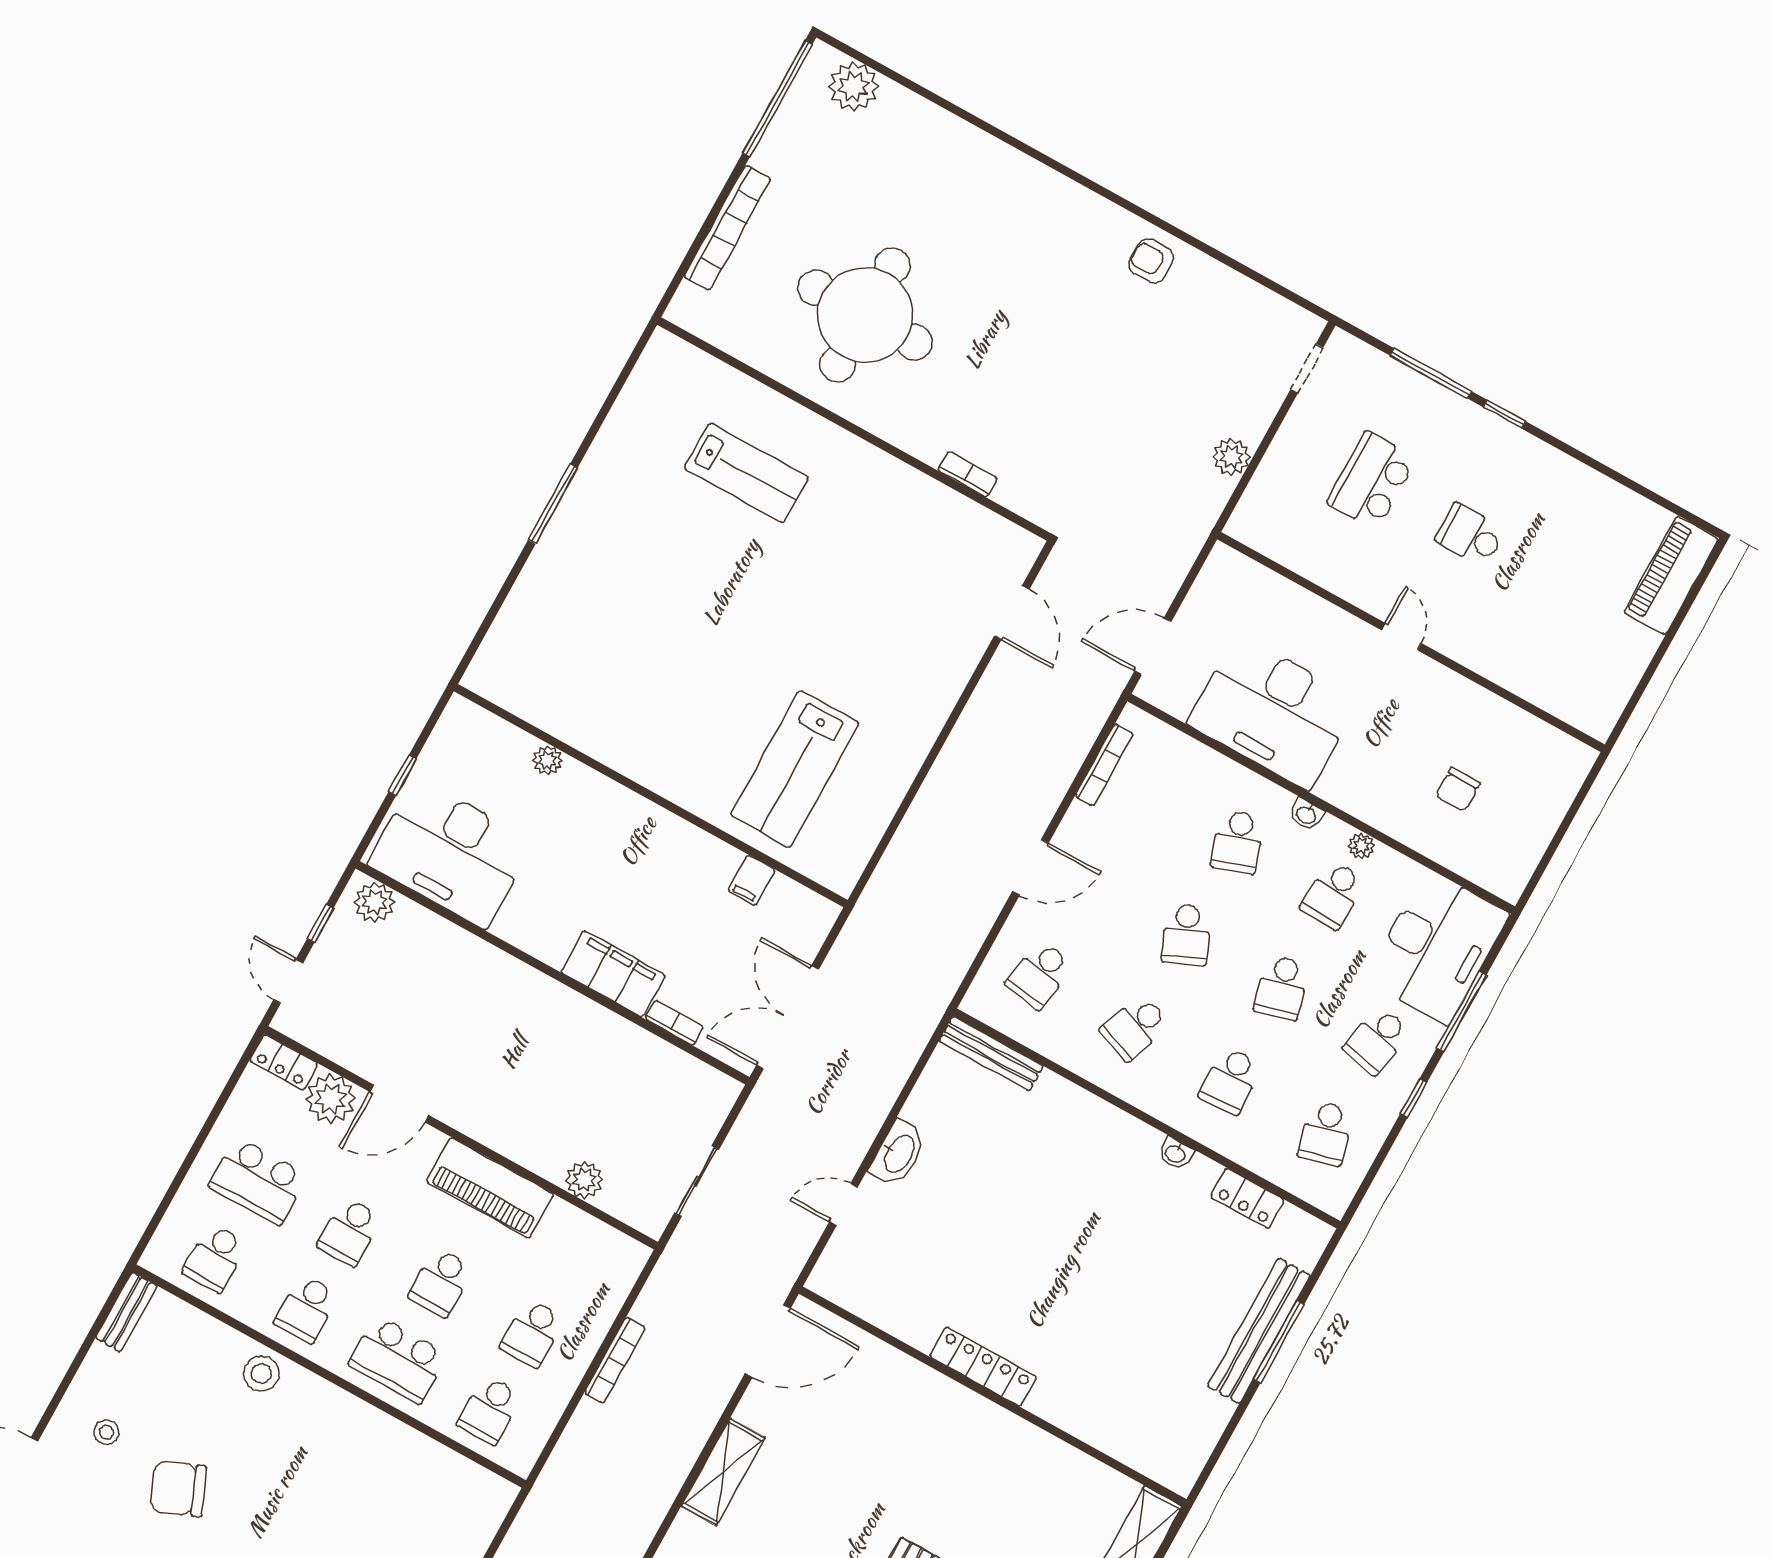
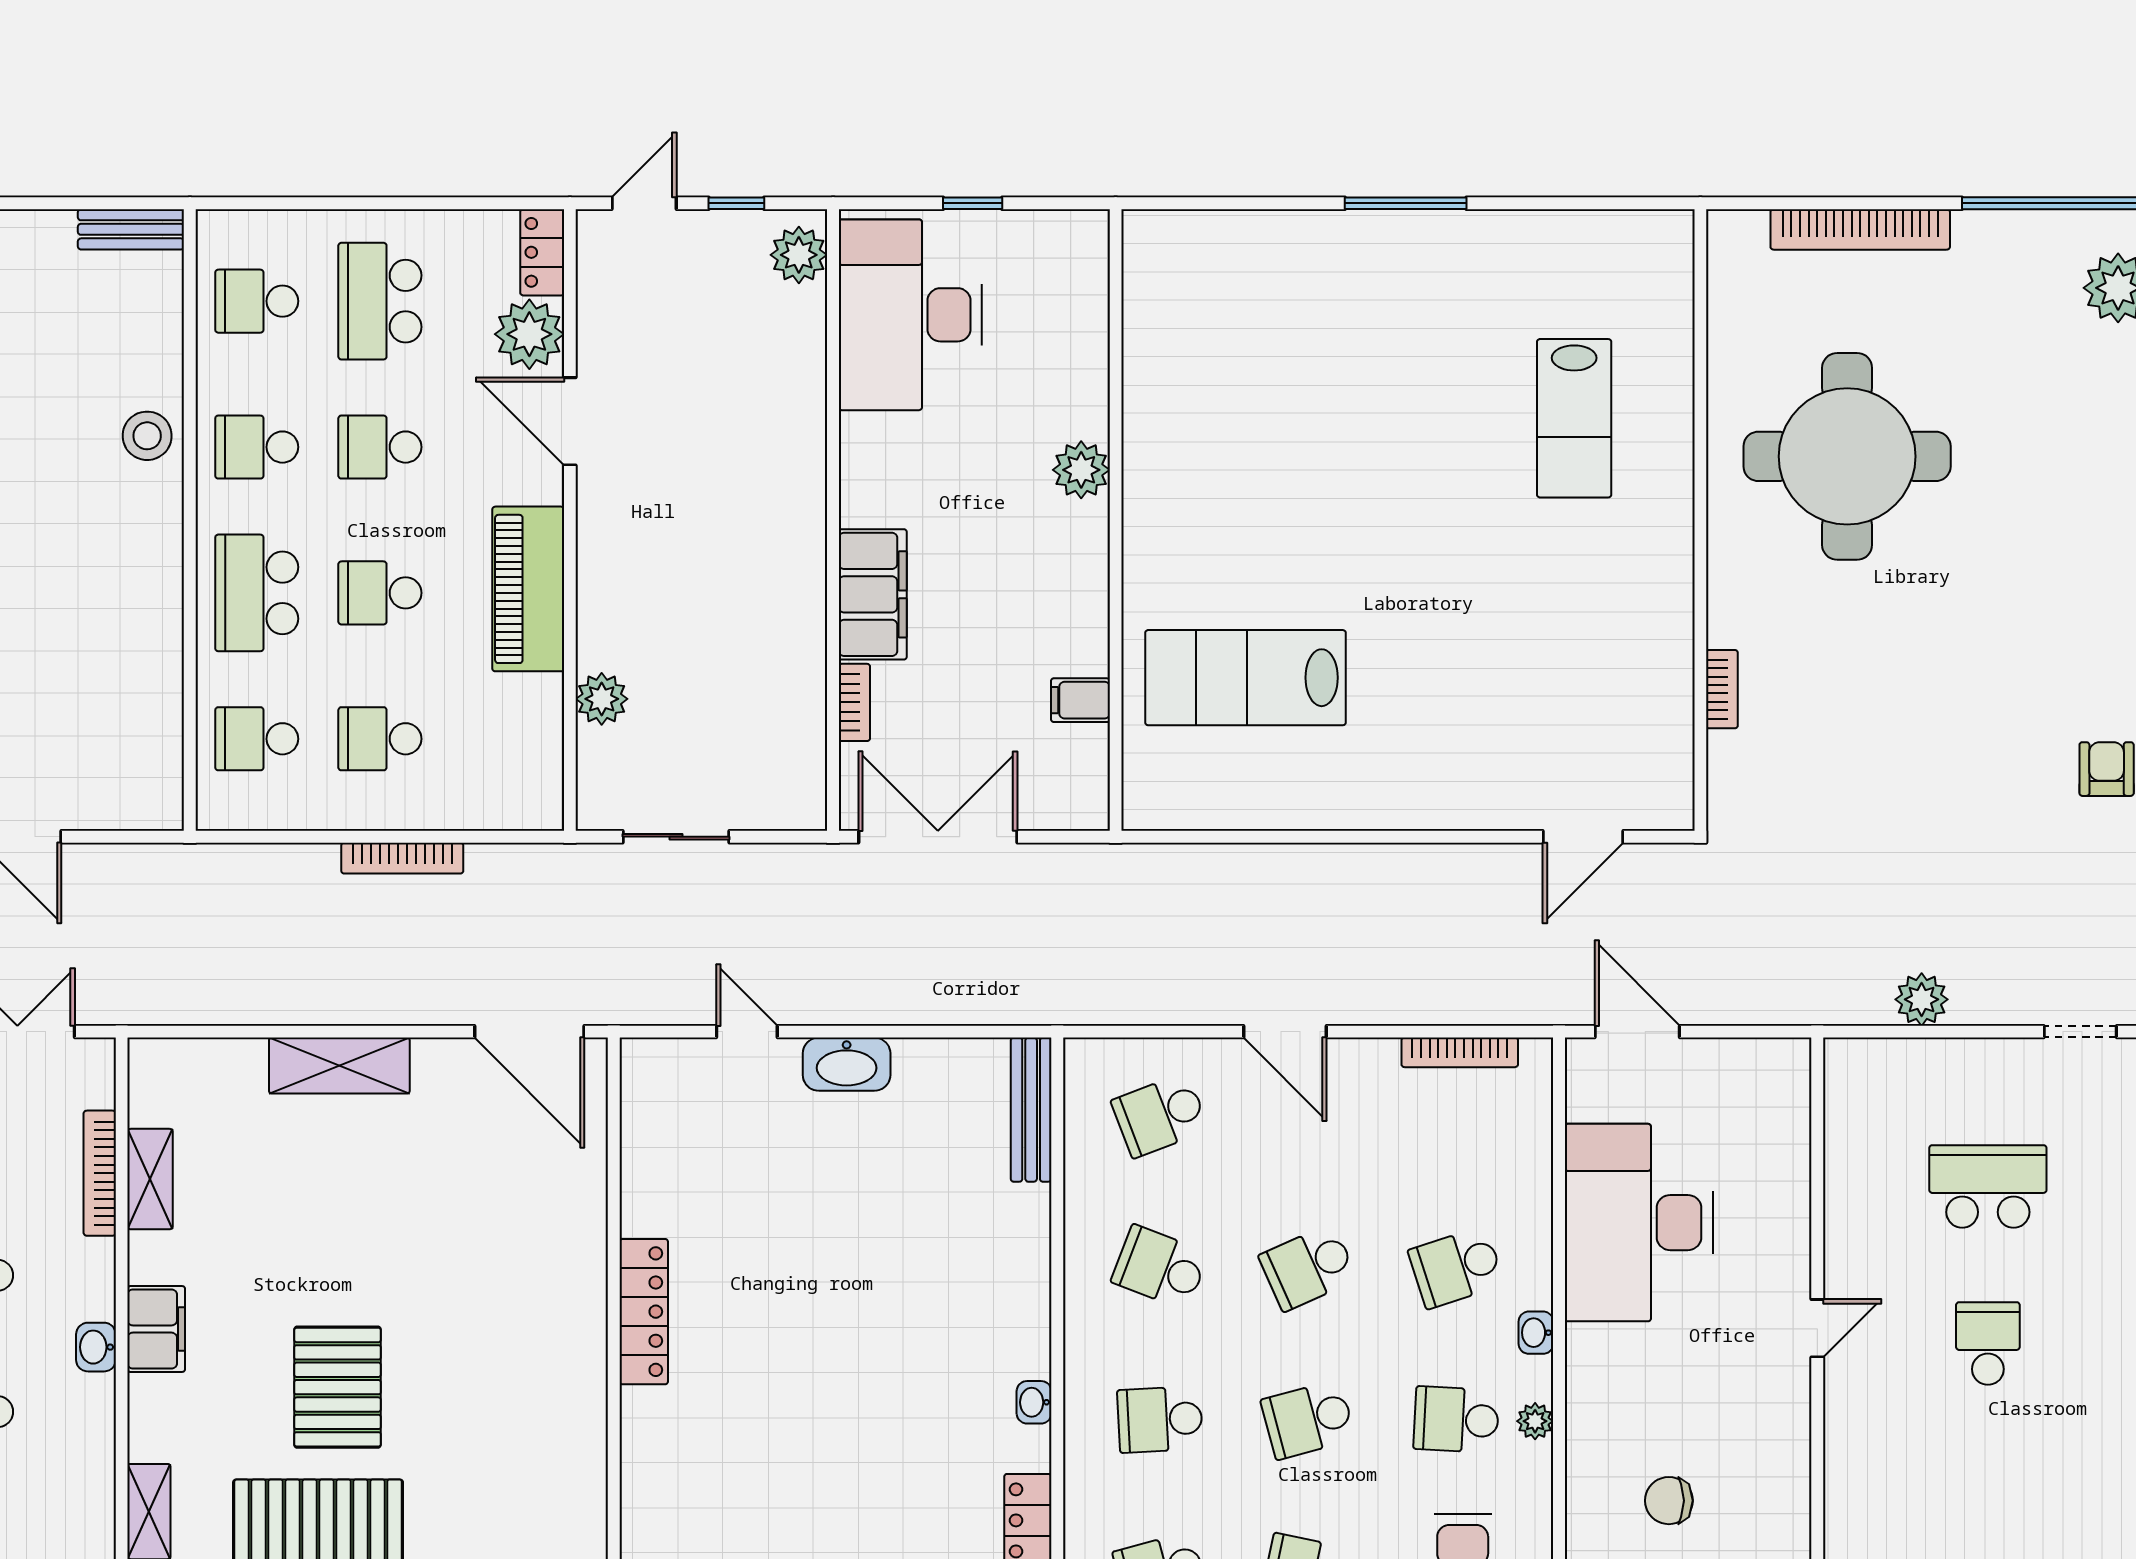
plant: (548, 760) -> (1081, 470), moved, width x1.38, depth x1.38
school desk: (1039, 975) -> (1160, 1115), turned -30

